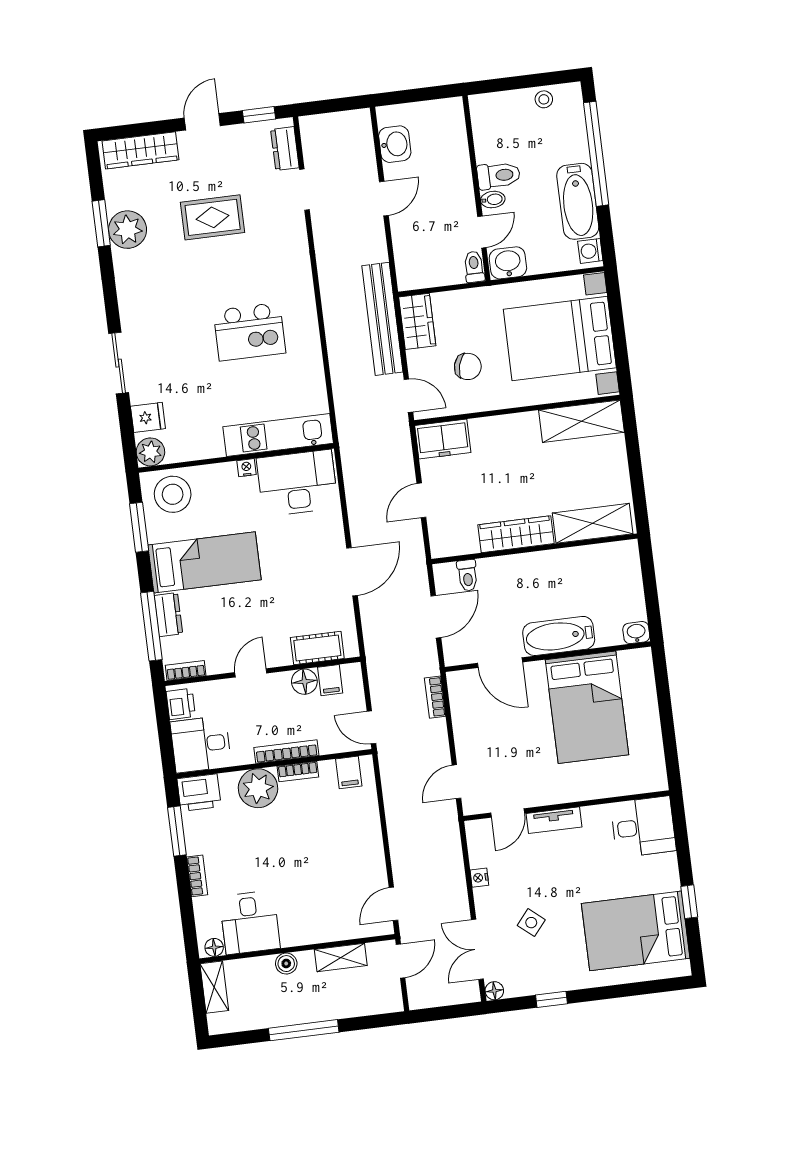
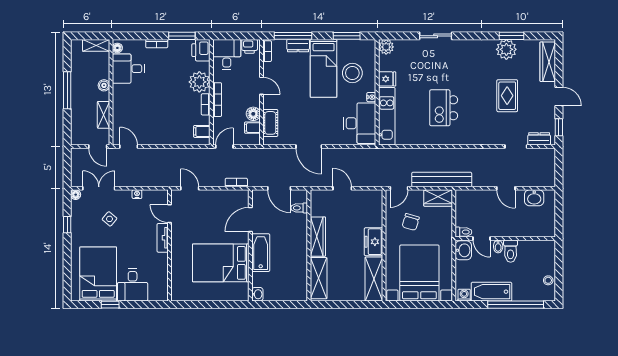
fridge: (148, 417) -> (387, 79), moved, turned -90
freezer: (443, 439) -> (374, 242), moved
stool: (173, 494) -> (352, 73), moved
desk: (643, 827) -> (133, 285), moved

